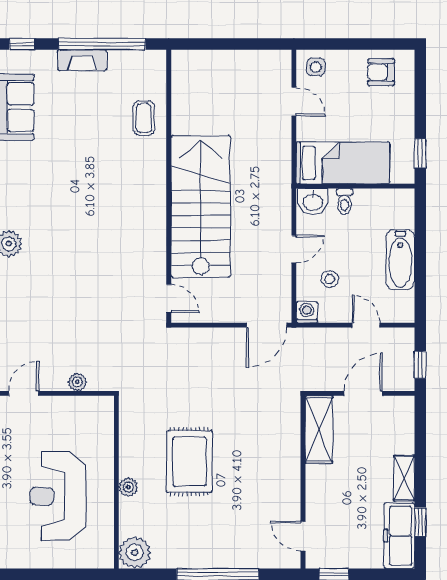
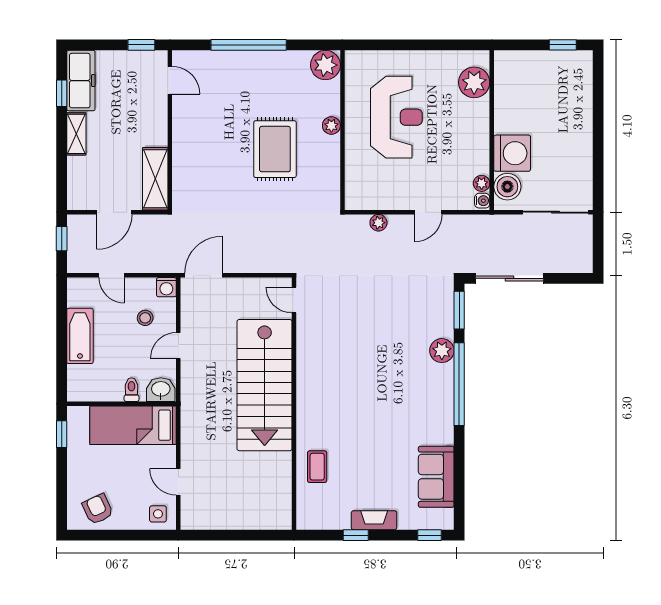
window: (102, 44) -> (356, 535), width x0.32
armchair: (381, 72) -> (98, 509), turned -115

